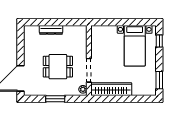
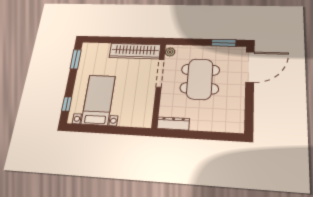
dresser: (51, 30) -> (173, 123), moved
dining table: (58, 67) -> (200, 79), width x1.38
window: (55, 99) -> (224, 43), moved

